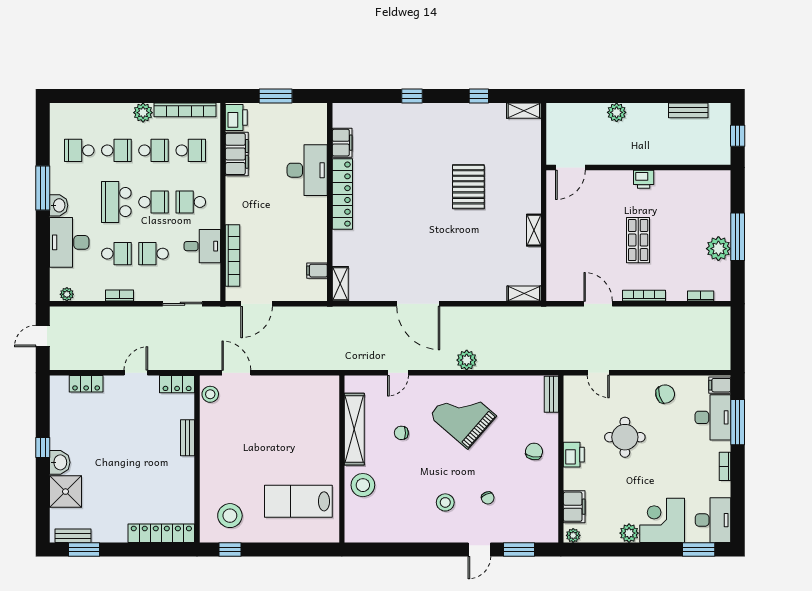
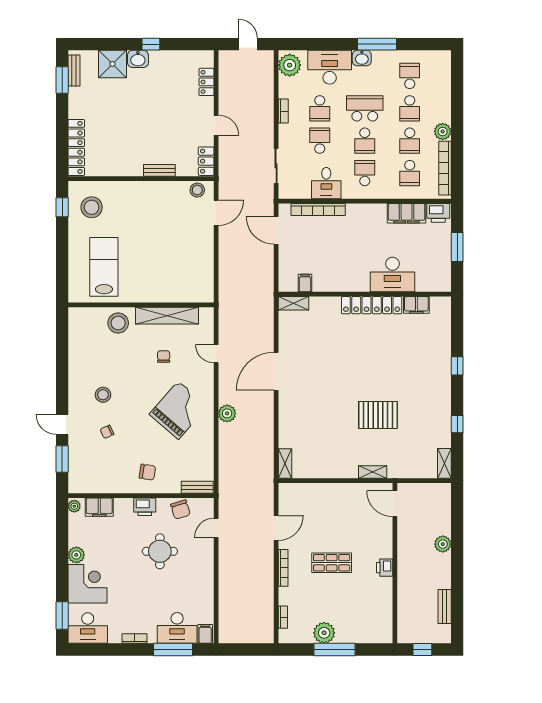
shelving: (534, 230) -> (373, 472), moved
plant: (67, 294) -> (290, 65), width x1.88, depth x1.88
chair: (665, 394) -> (181, 510), moved

